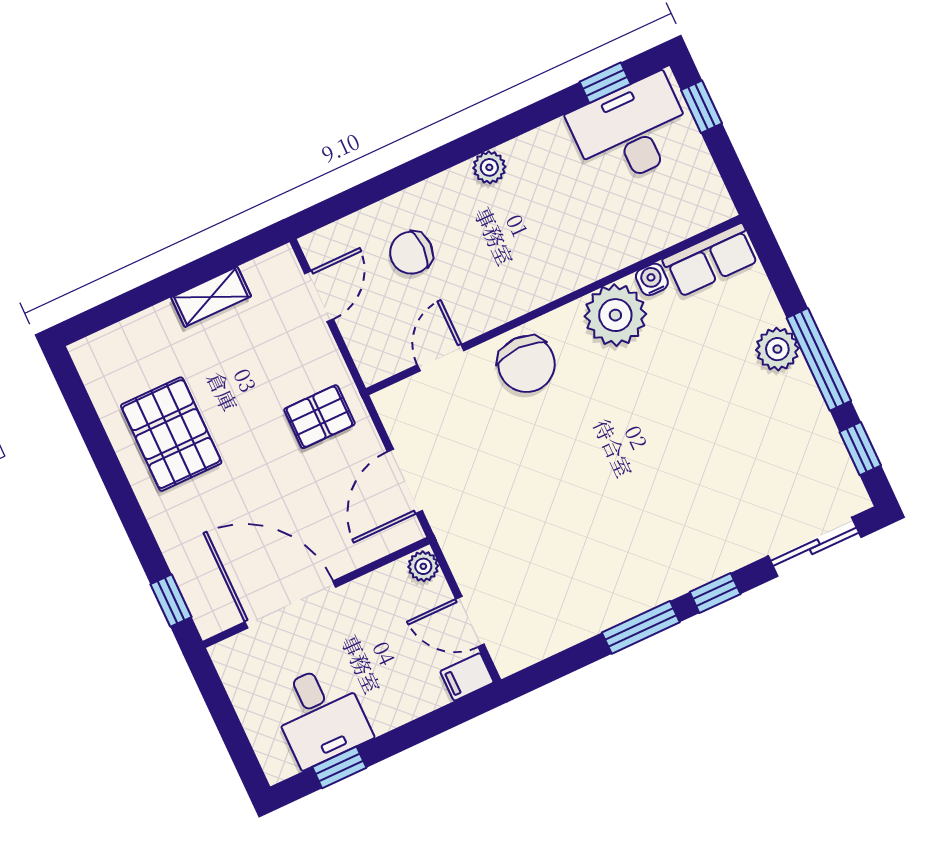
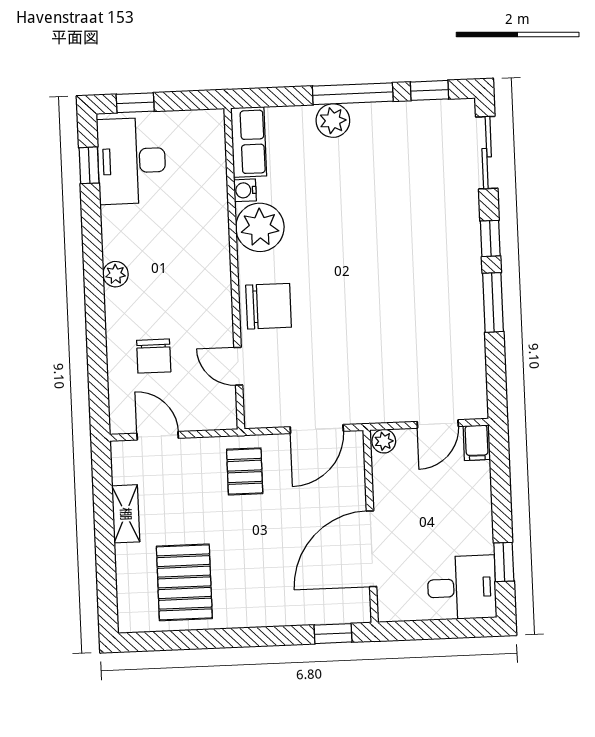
pallet: (171, 434) -> (184, 582), moved, turned 90
door: (405, 481) -> (317, 429), hinge flipped
desk: (320, 715) -> (462, 588), moved

